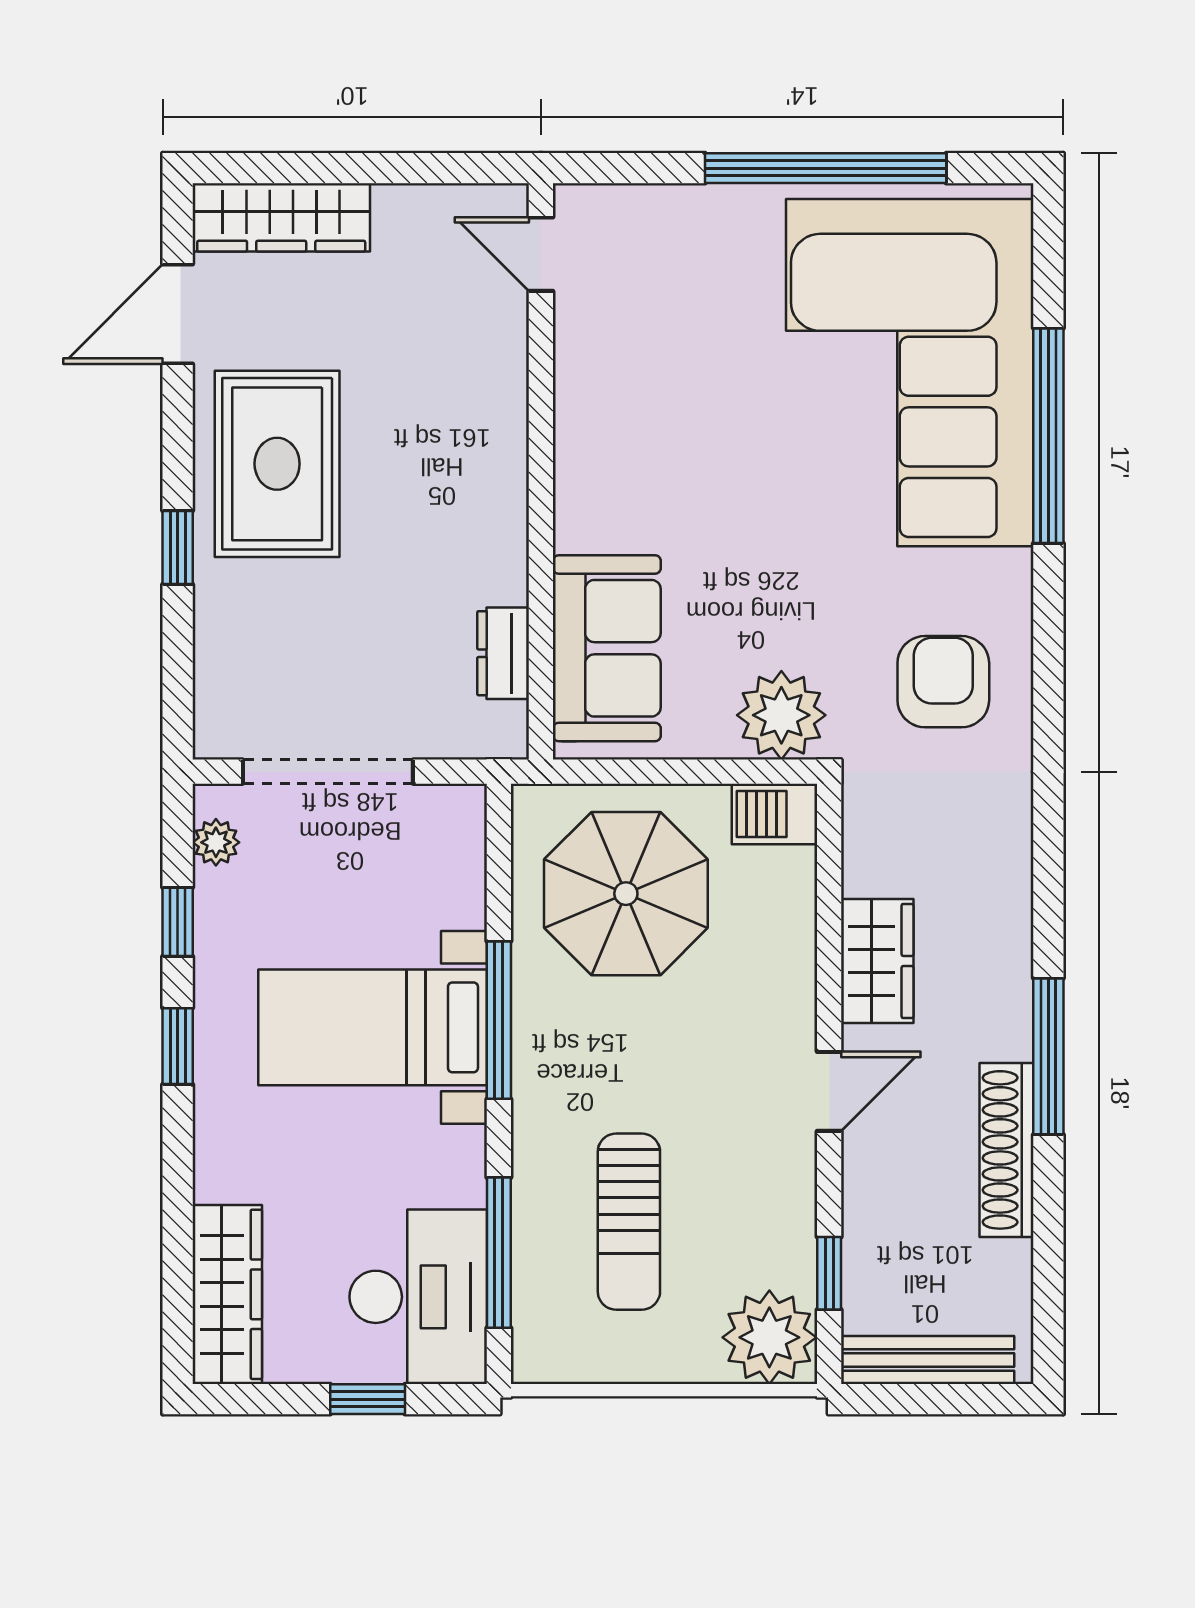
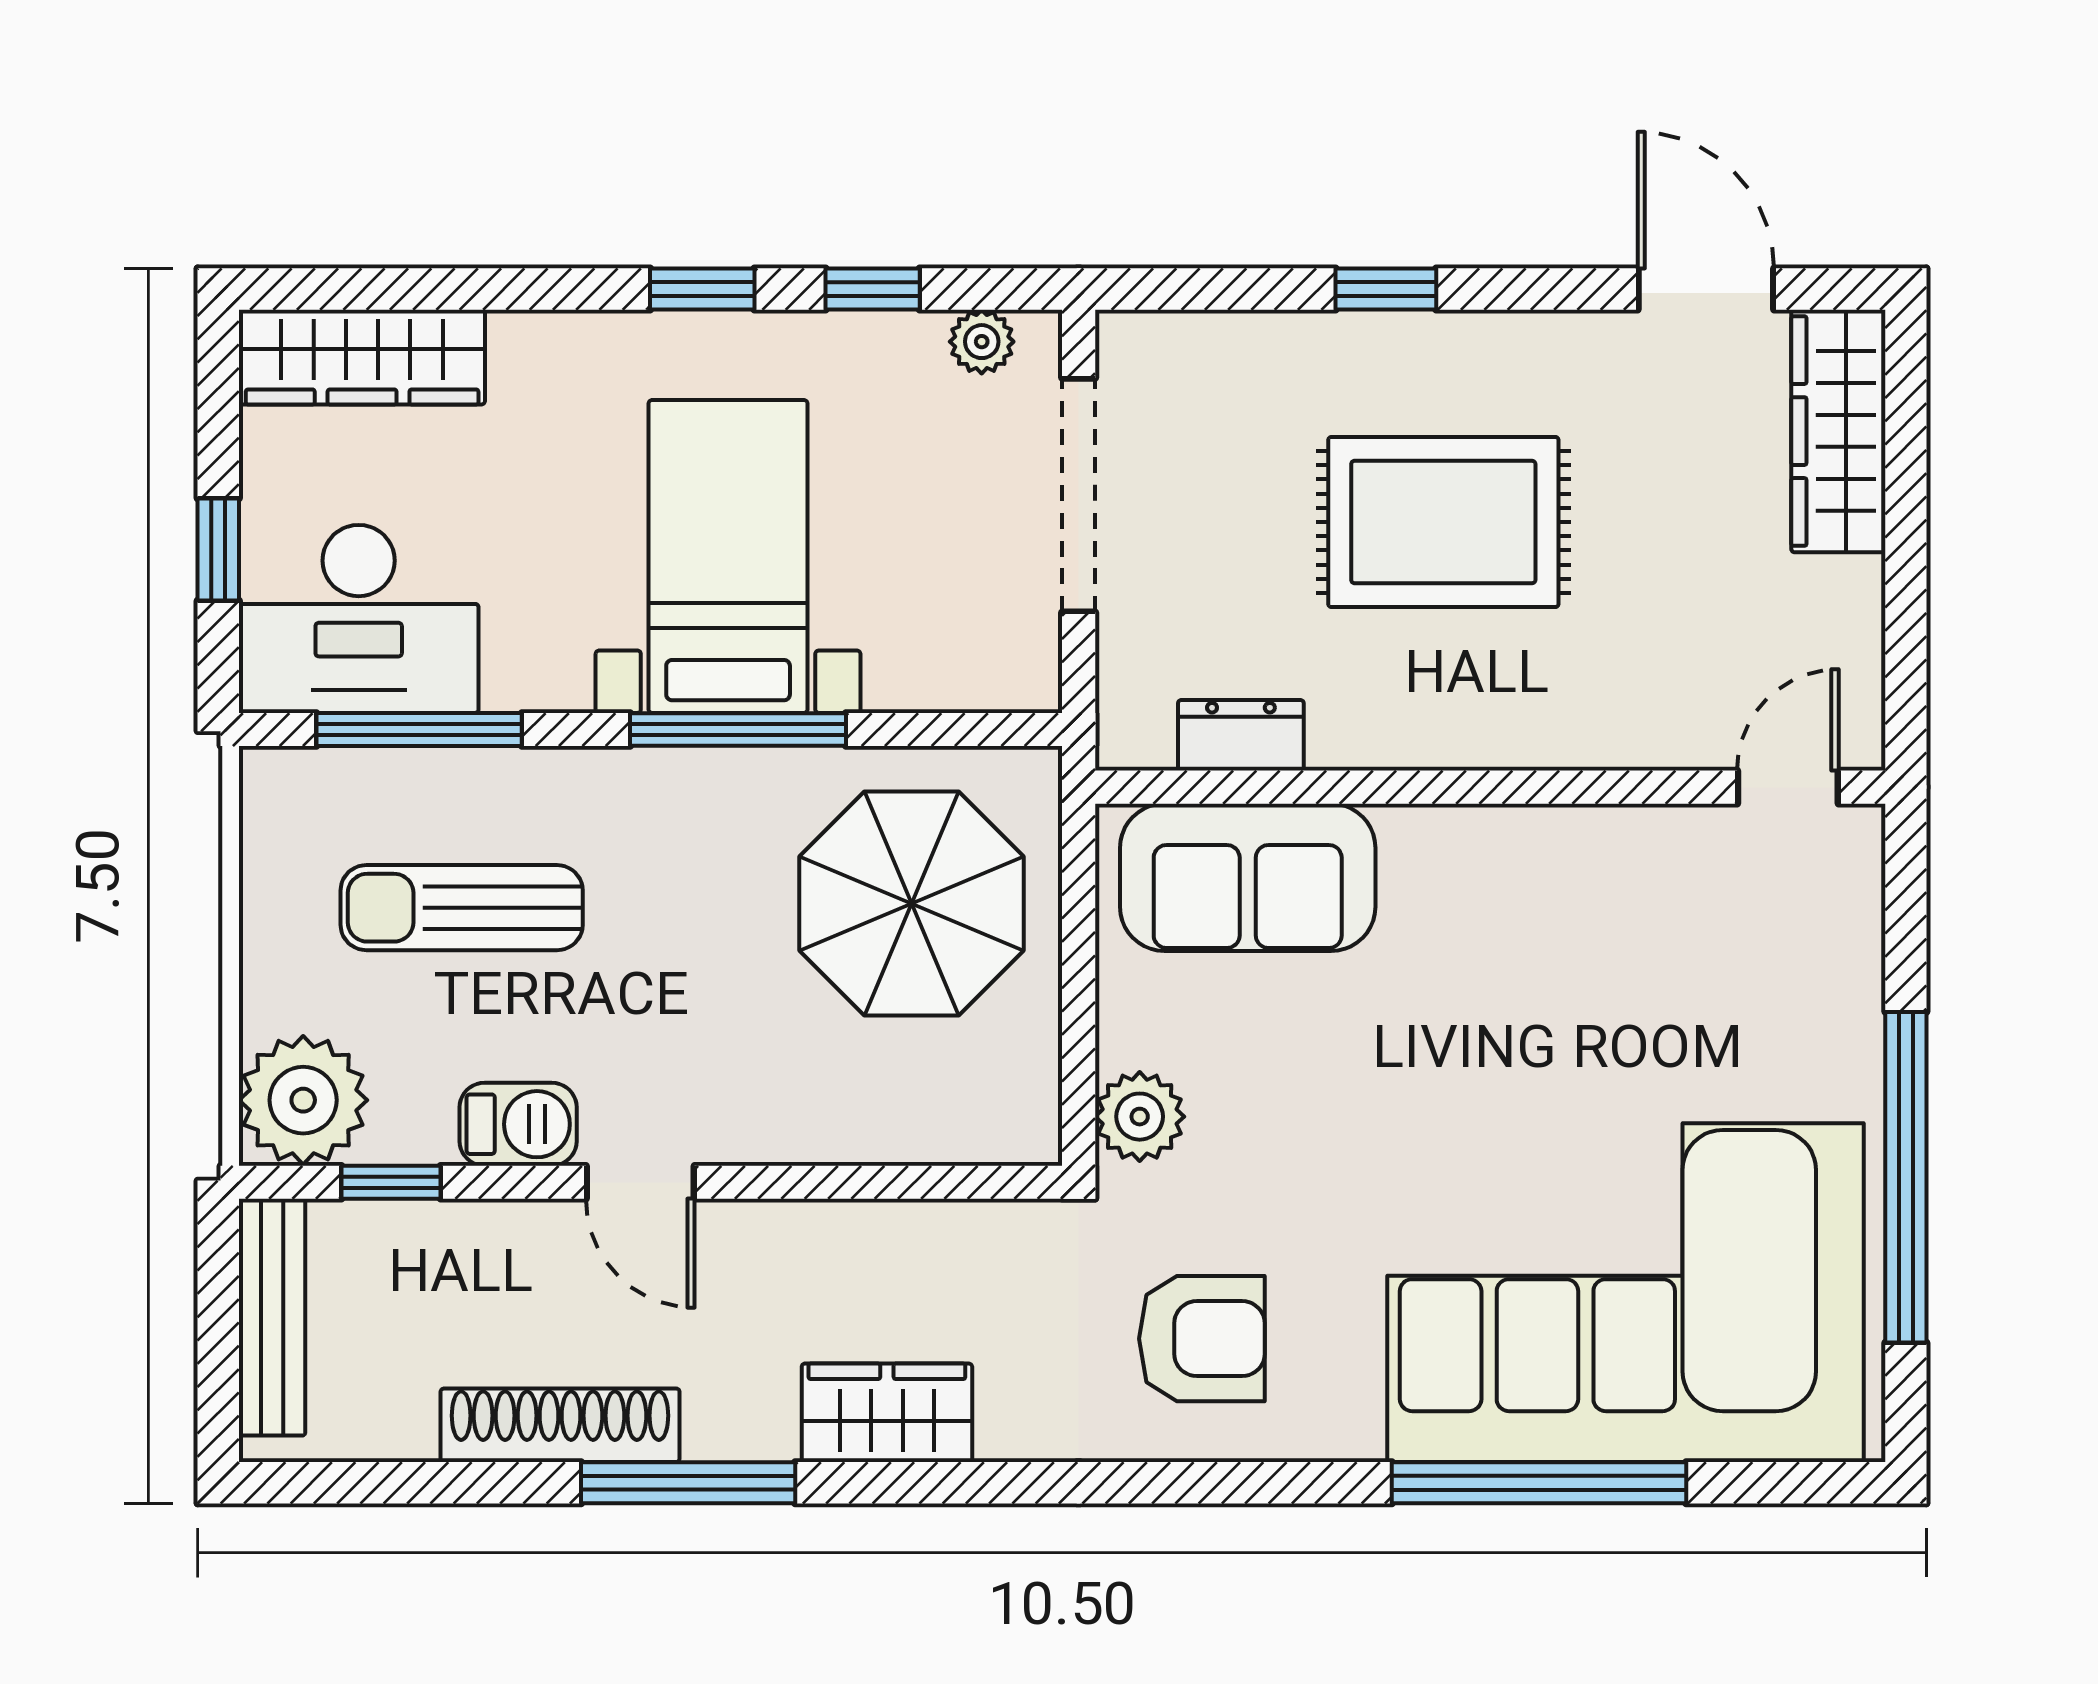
rug: (277, 464) -> (1443, 522), moved
plant: (781, 715) -> (1140, 1117), width x0.73, depth x0.73
barbecue: (775, 814) -> (518, 1124), moved, turned 90
wardrobe: (877, 961) -> (887, 1413), moved, turned 180

